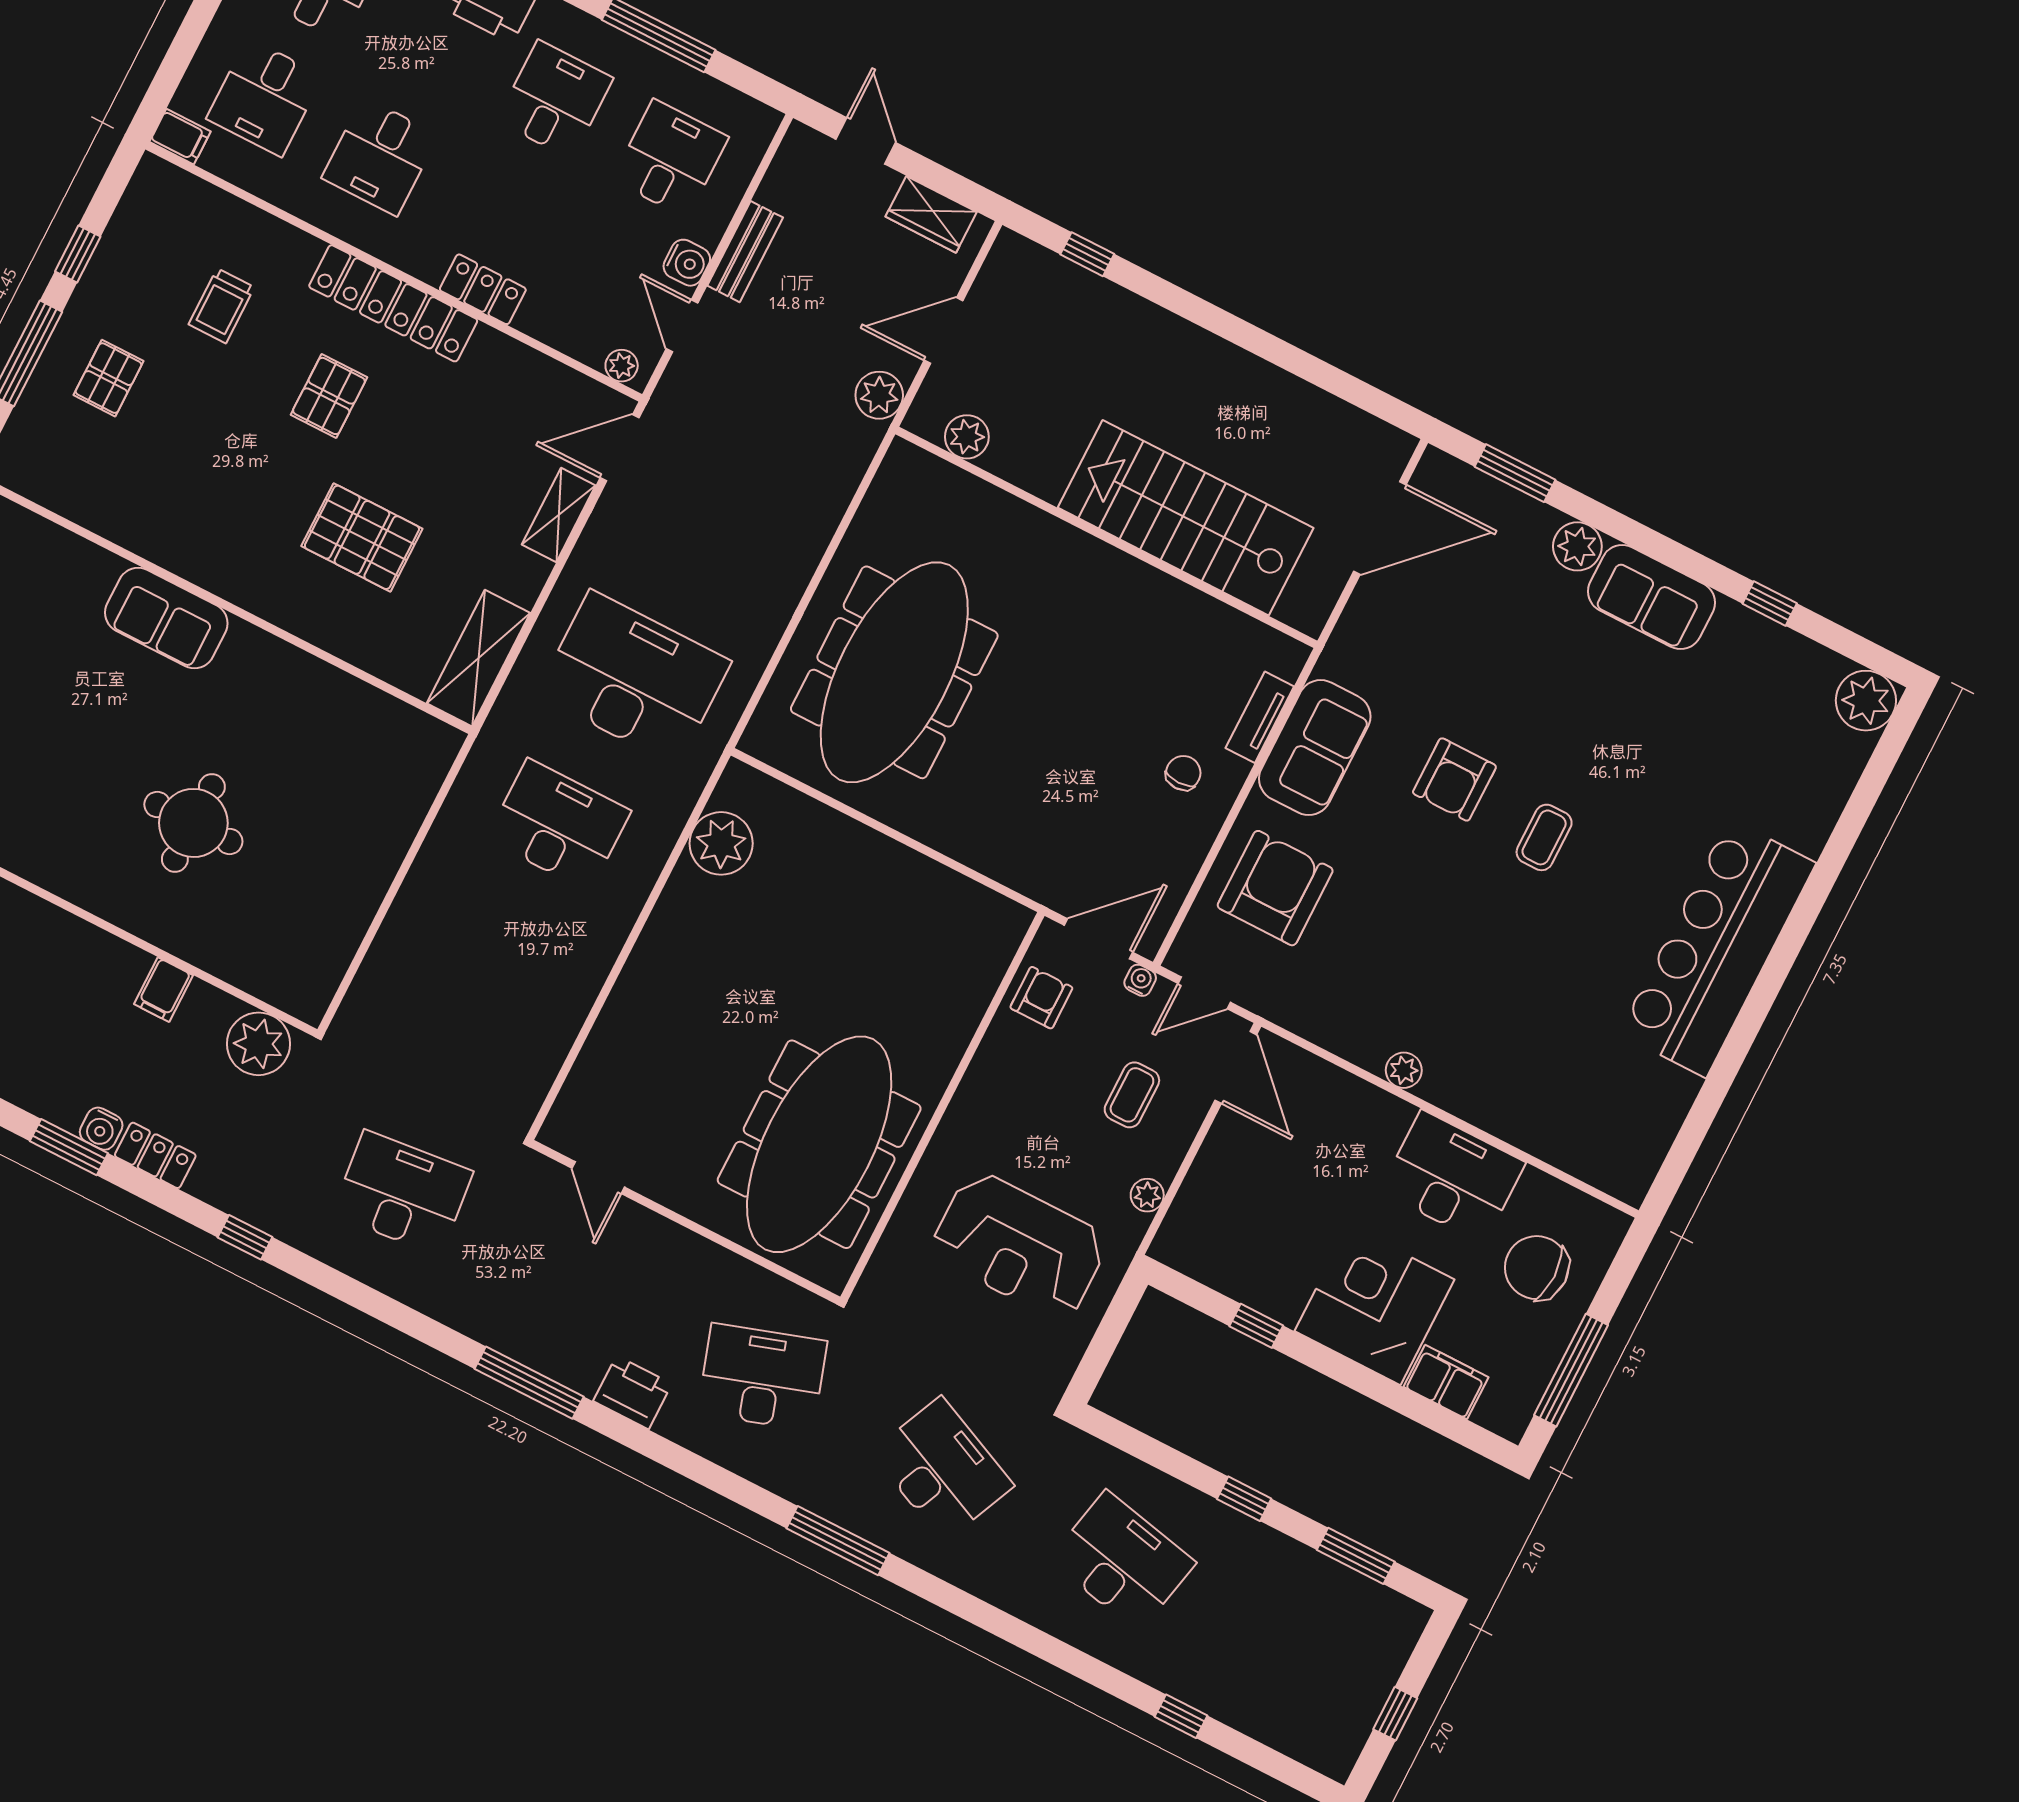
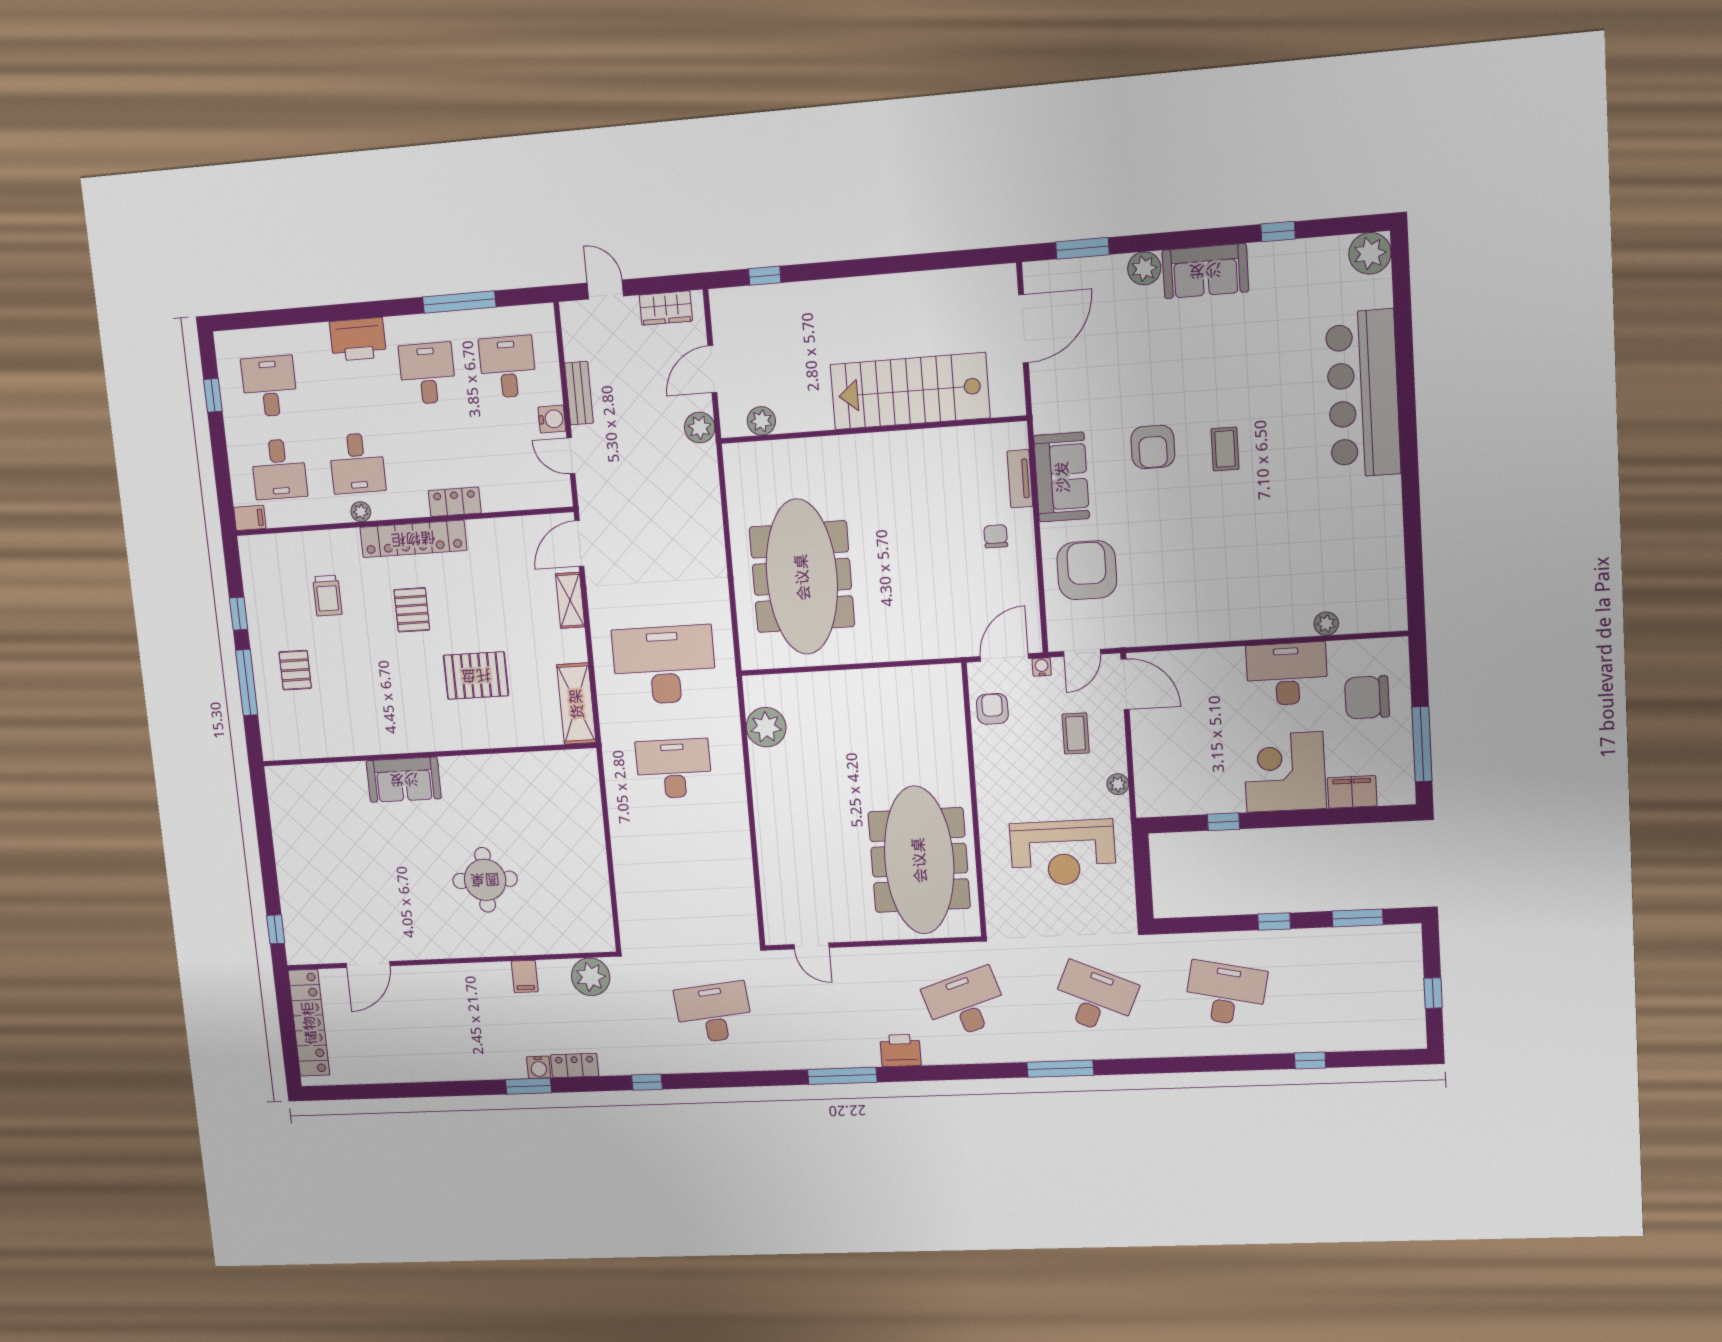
plant: (622, 366) -> (361, 512), moved
bar counter: (1717, 948) -> (1363, 394), moved
plant: (1404, 1070) -> (1326, 624), moved

